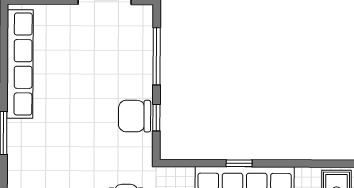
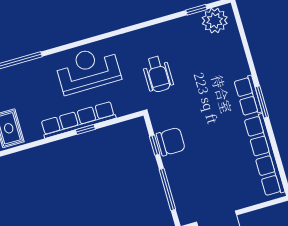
row of seats: (19, 146) -> (248, 96), added

